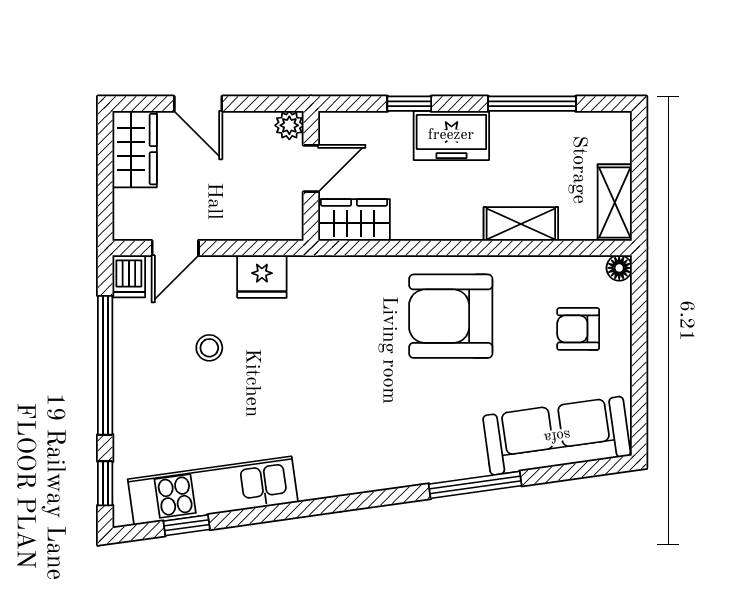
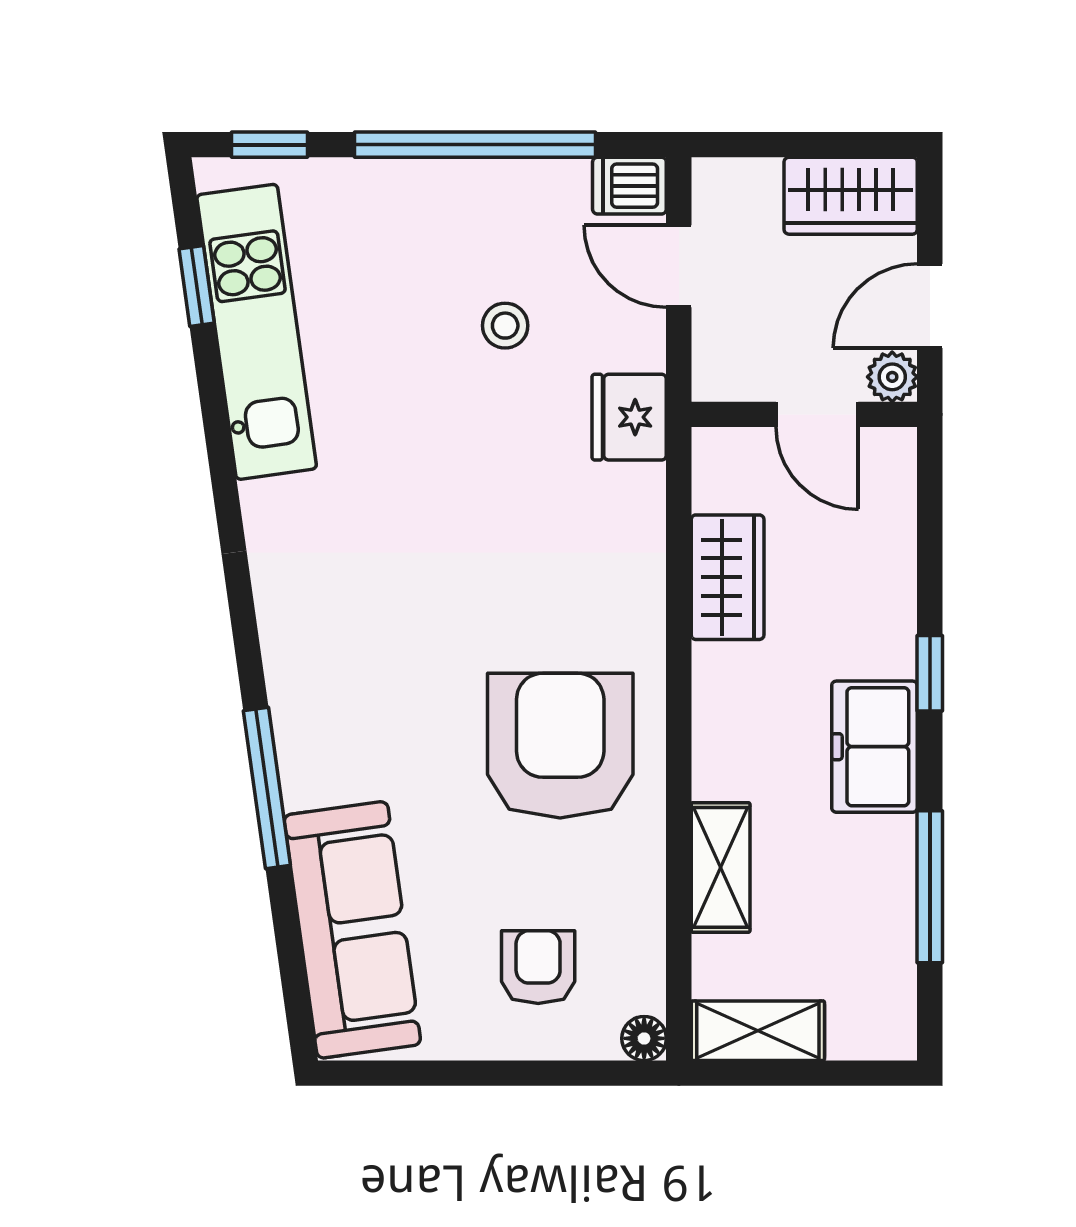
plant: (289, 125) -> (892, 377), moved
door: (311, 168) -> (817, 414), moved
wall: (311, 176) -> (804, 414), moved

